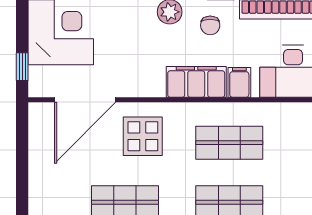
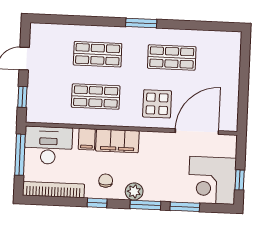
window: (22, 67) -> (240, 180), moved

